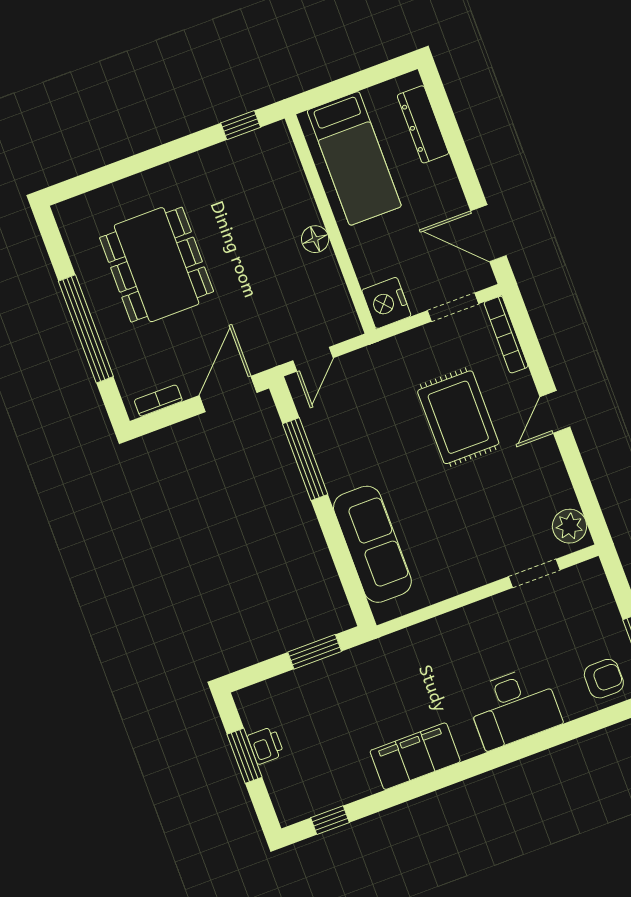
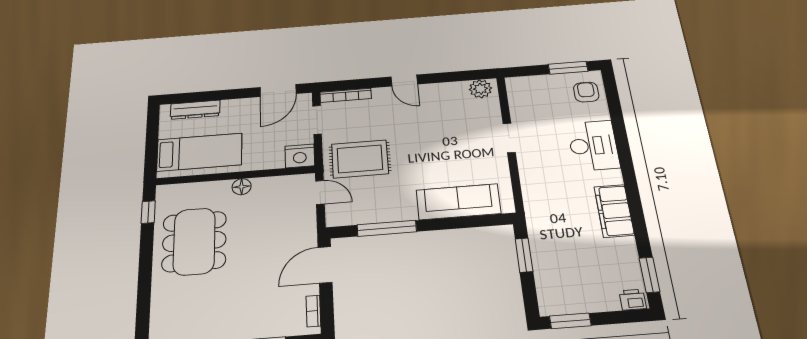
dining table: (157, 265) -> (194, 241), moved, turned 90
door: (313, 359) -> (320, 192), moved
door: (228, 394) -> (325, 265), hinge flipped
rug: (458, 417) -> (360, 159), moved
doorway: (534, 573) -> (509, 138), moved
printer: (266, 745) -> (633, 300), moved
window: (245, 756) -> (570, 321), moved
window: (330, 820) -> (649, 275), width x1.50

